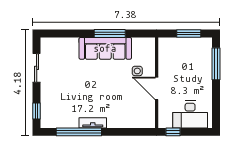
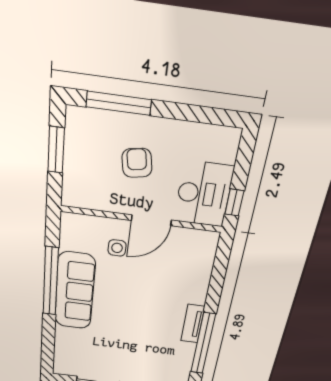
window: (110, 33) -> (51, 281), width x1.46
armchair: (188, 77) -> (137, 163), added
desk: (190, 114) -> (204, 194), moved

